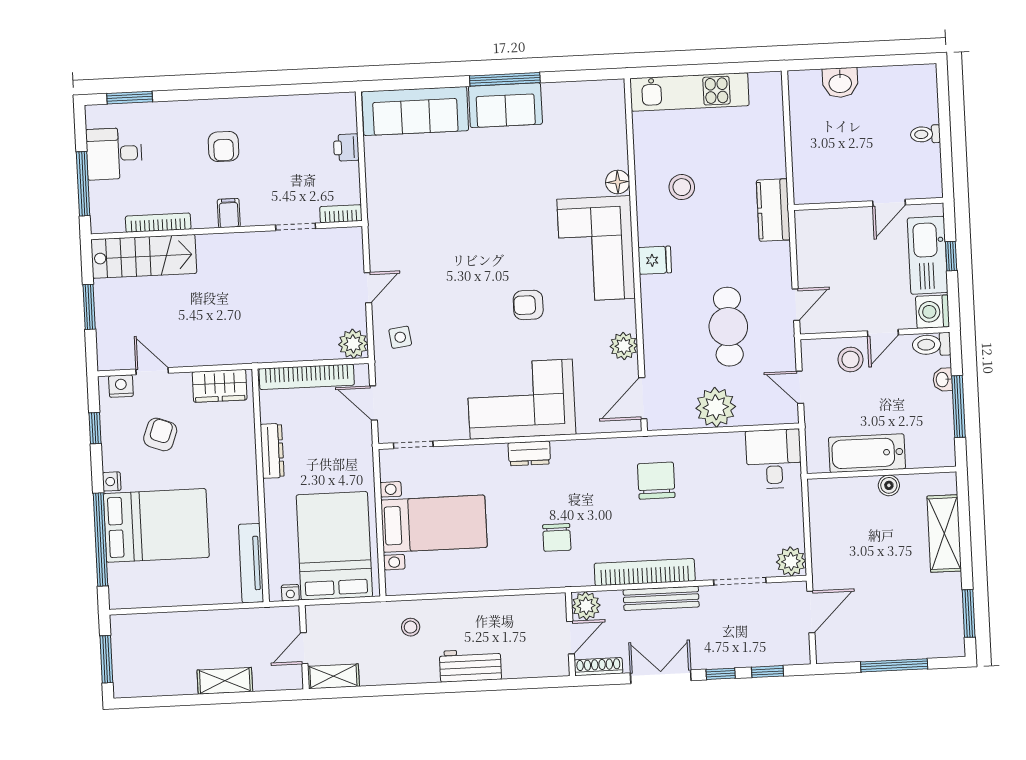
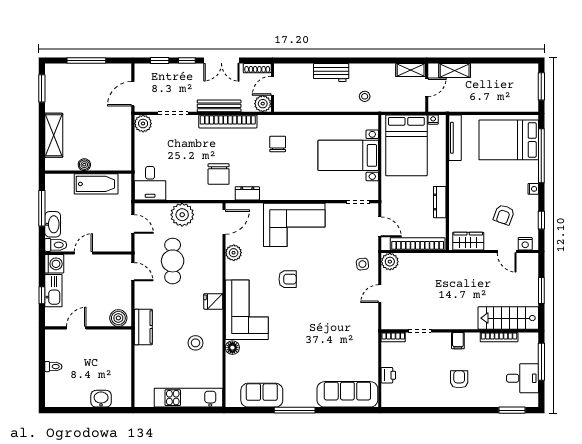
sofa: (505, 105) -> (262, 395), moved
boiler: (817, 224) -> (118, 318), added
kitchen sink: (928, 255) -> (53, 291), width x0.73, depth x0.81
door: (796, 305) -> (133, 272), swing flipped
stool: (850, 359) -> (103, 239), removed
washbasin: (943, 380) -> (53, 224), width x1.91, depth x1.45
dresser: (529, 453) -> (247, 193), moved
bed: (156, 525) -> (509, 140), moved
shelving: (225, 681) -> (455, 71), moved

